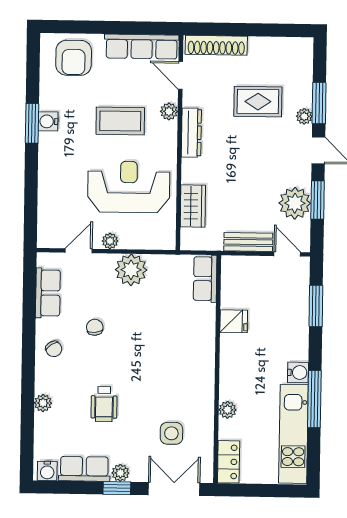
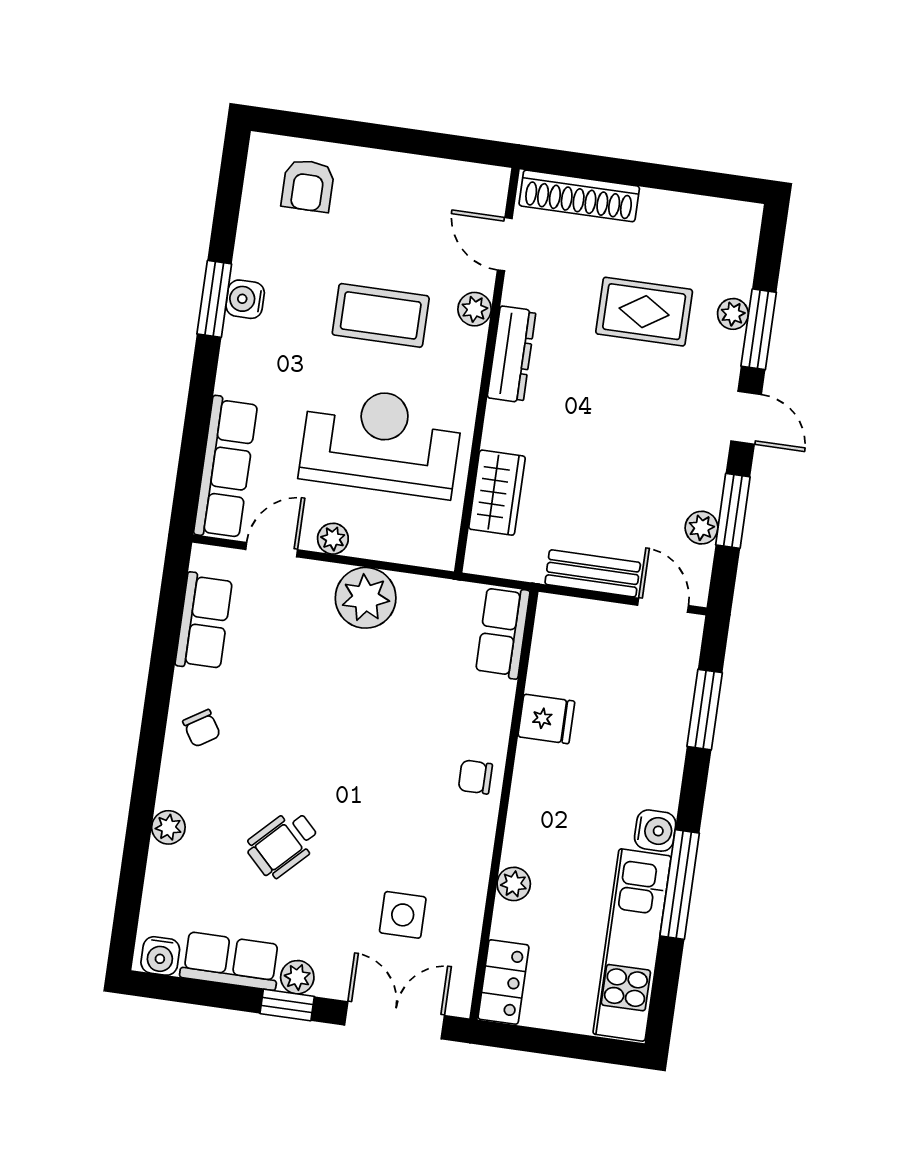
row of seats: (142, 47) -> (226, 468), moved, turned -90
armchair: (74, 58) -> (308, 186), width x0.72, depth x0.72
plant: (304, 116) -> (733, 314), moved
plant: (295, 203) -> (702, 528), width x0.53, depth x0.53
chair: (95, 327) -> (475, 777), moved, turned -84
wheelchair: (104, 404) -> (283, 844), turned 45

